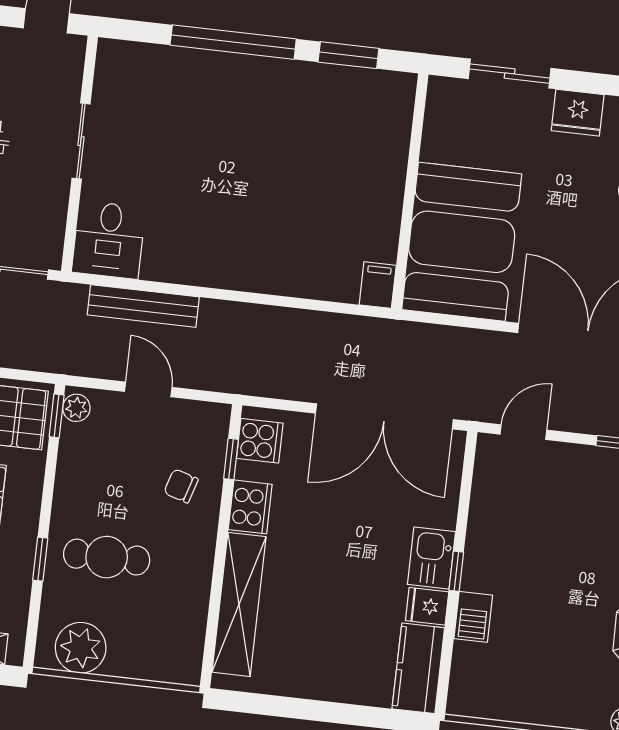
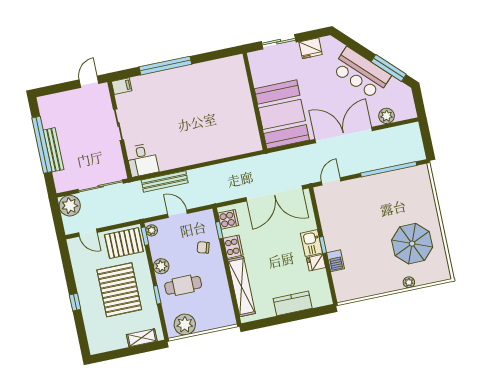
window: (348, 55) -> (213, 56), removed
filing cabinet: (378, 285) -> (122, 86), moved, turned 90
plant: (71, 497) -> (161, 266), added
kitchen counter: (418, 668) -> (293, 303), moved, turned 90

